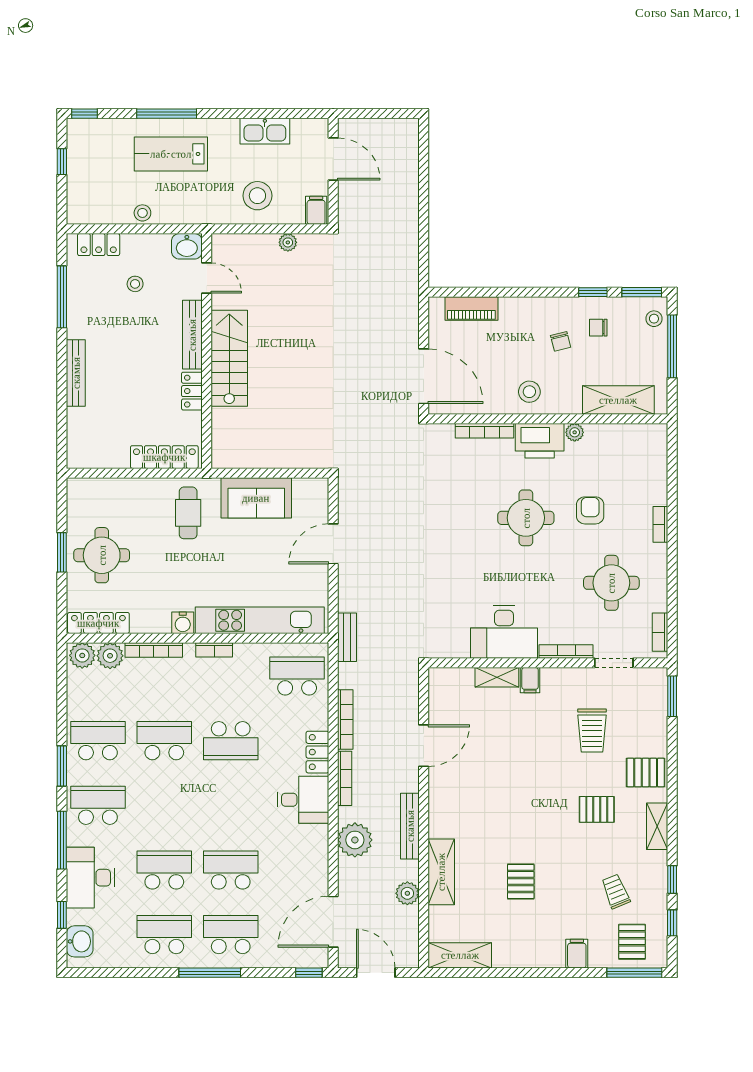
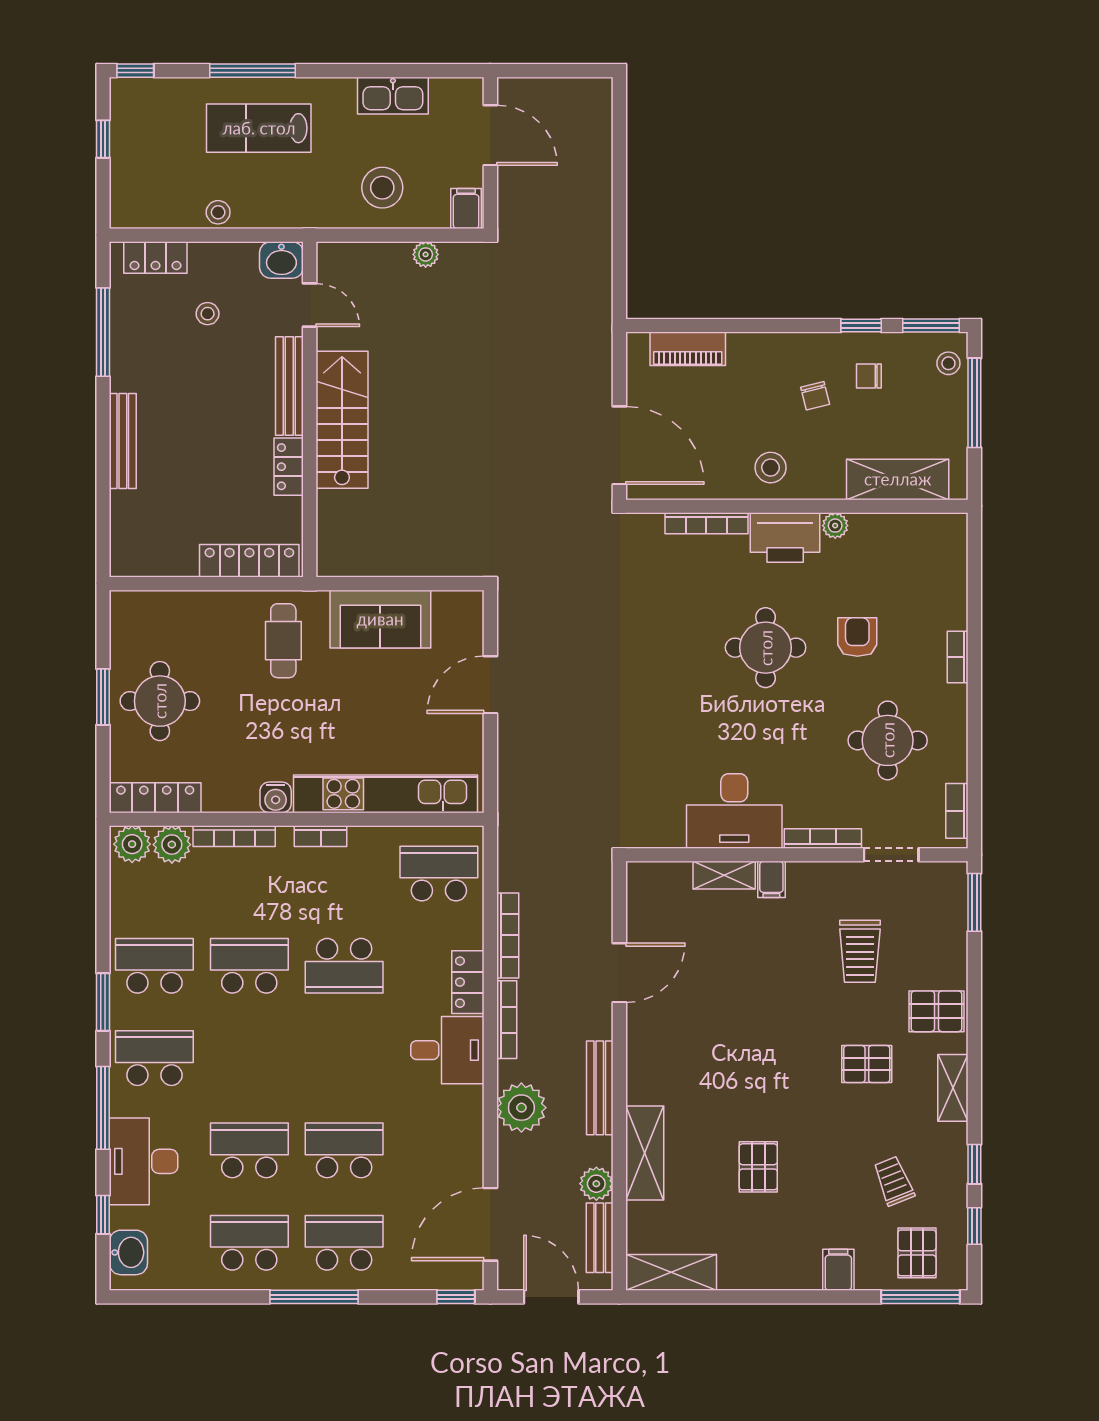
bench: (347, 637) -> (600, 1238), moved

